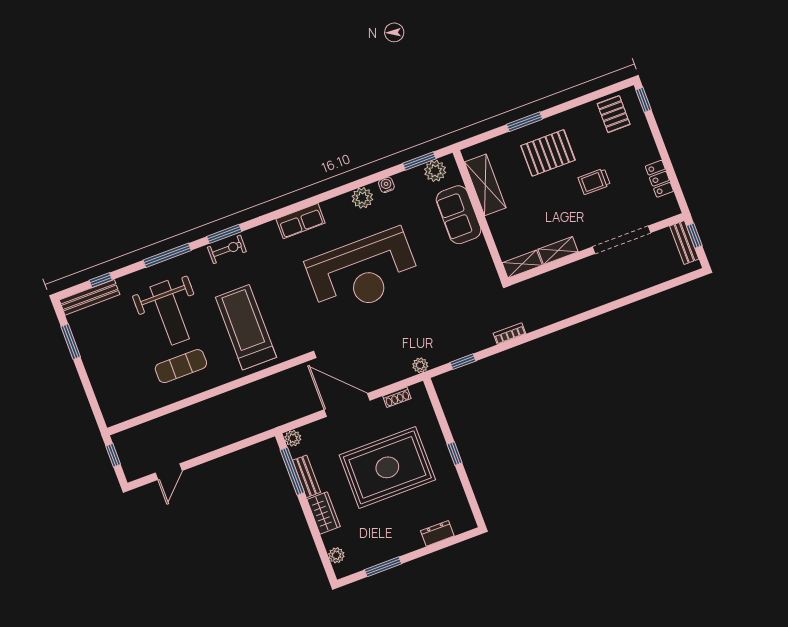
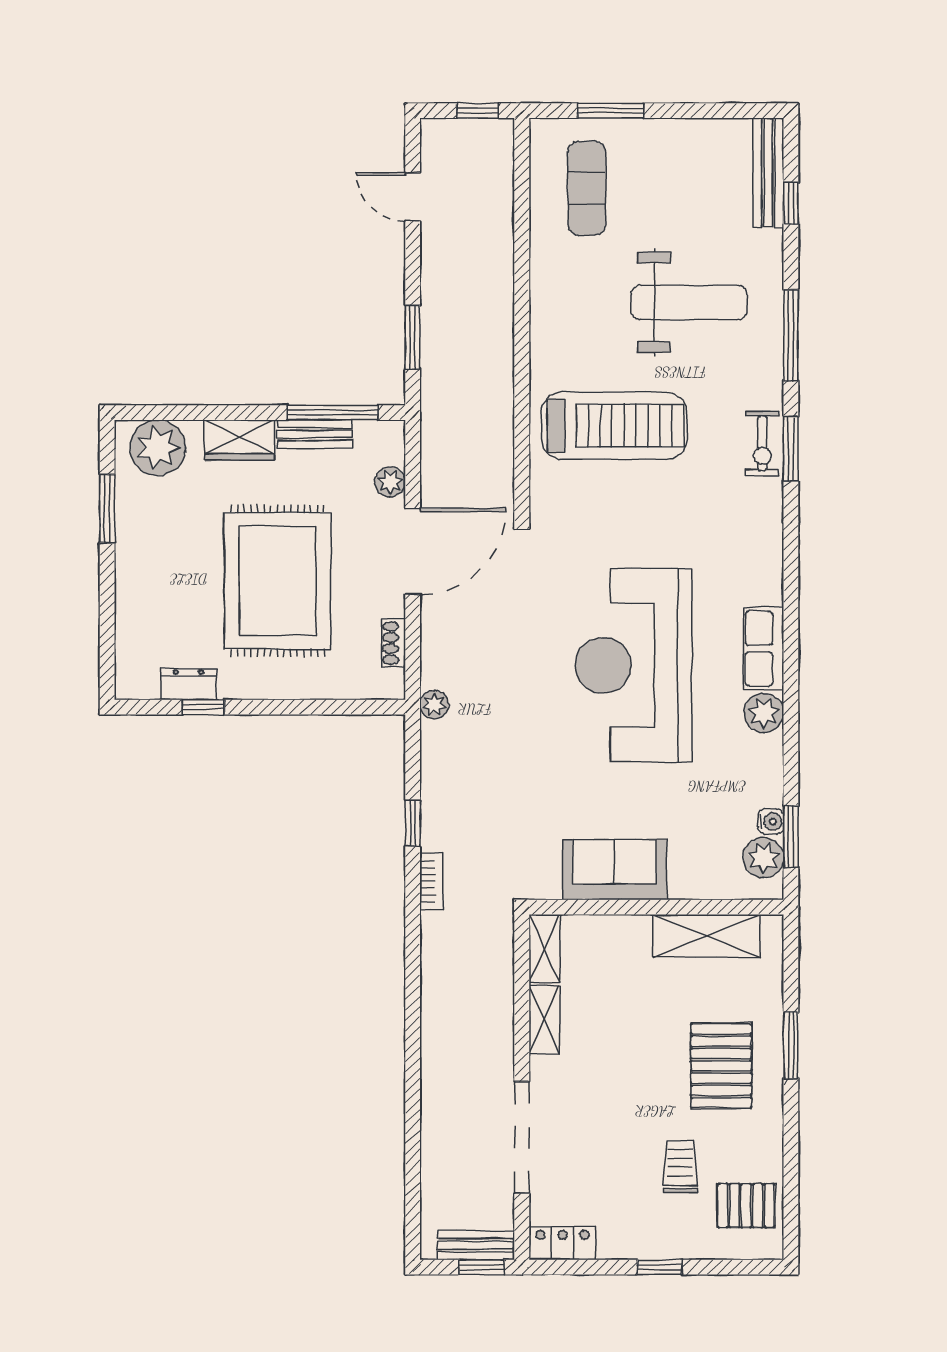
window: (644, 100) -> (660, 1267), moved
locker: (659, 179) -> (563, 1243), moved
trolley: (594, 181) -> (680, 1166), moved
water cooler: (386, 185) -> (771, 821), moved
sofa: (459, 215) -> (615, 870), moved
row of seats: (301, 221) -> (764, 649), moved
weight bench: (170, 313) -> (689, 302), turned 180
window: (71, 342) -> (610, 111), moved
window: (463, 362) -> (413, 823), moved
exercise mat: (181, 366) -> (587, 188), moved
plant: (293, 438) -> (390, 482), moved
window: (239, 445) -> (413, 337), added
window: (455, 453) -> (203, 707), moved
dresser: (437, 533) -> (188, 684), moved, turned -90
plant: (336, 555) -> (158, 448), width x1.88, depth x1.88

